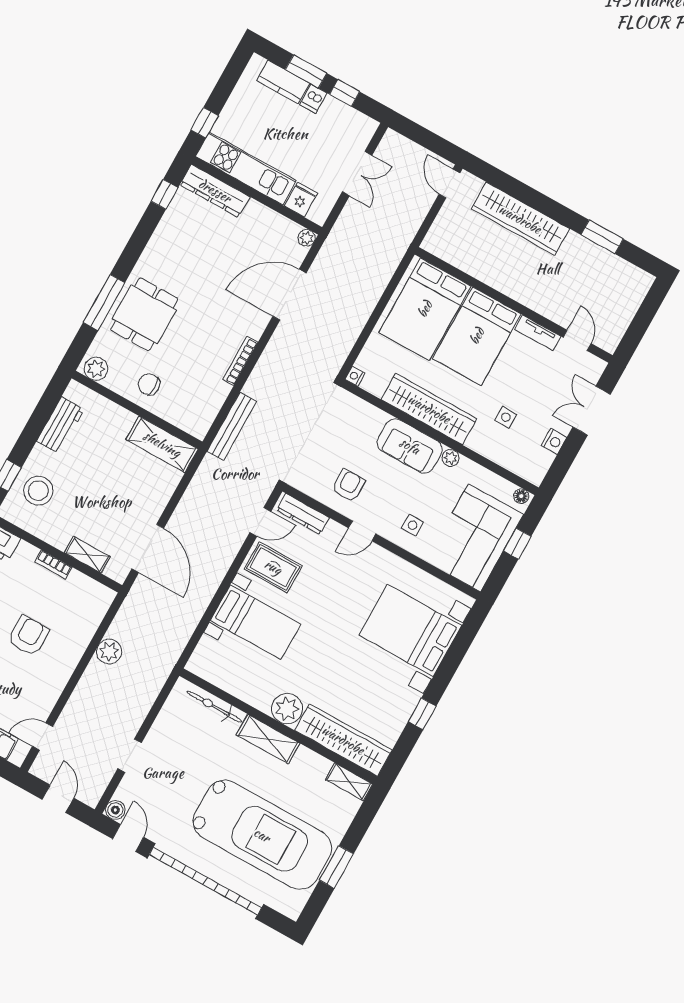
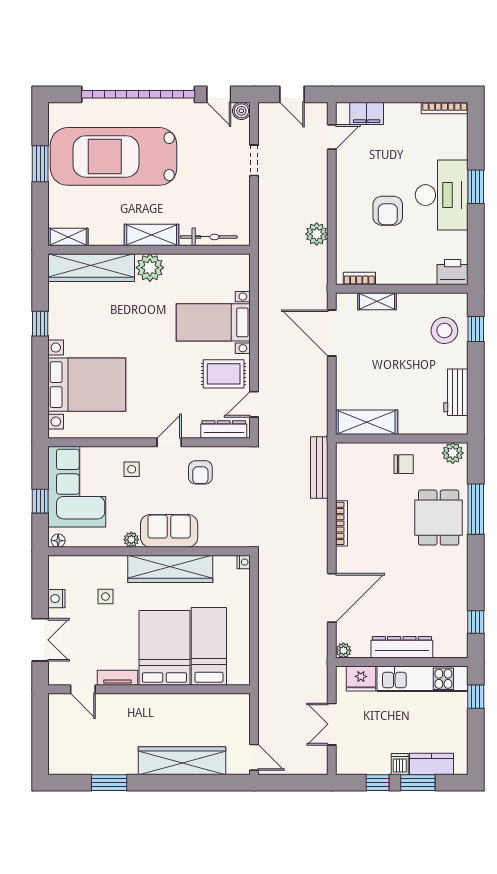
dresser: (215, 191) -> (402, 647), moved
fridge: (301, 200) -> (361, 678), width x1.38
bed: (425, 309) -> (209, 646), width x0.67
bookcase: (53, 565) -> (359, 278), moved

